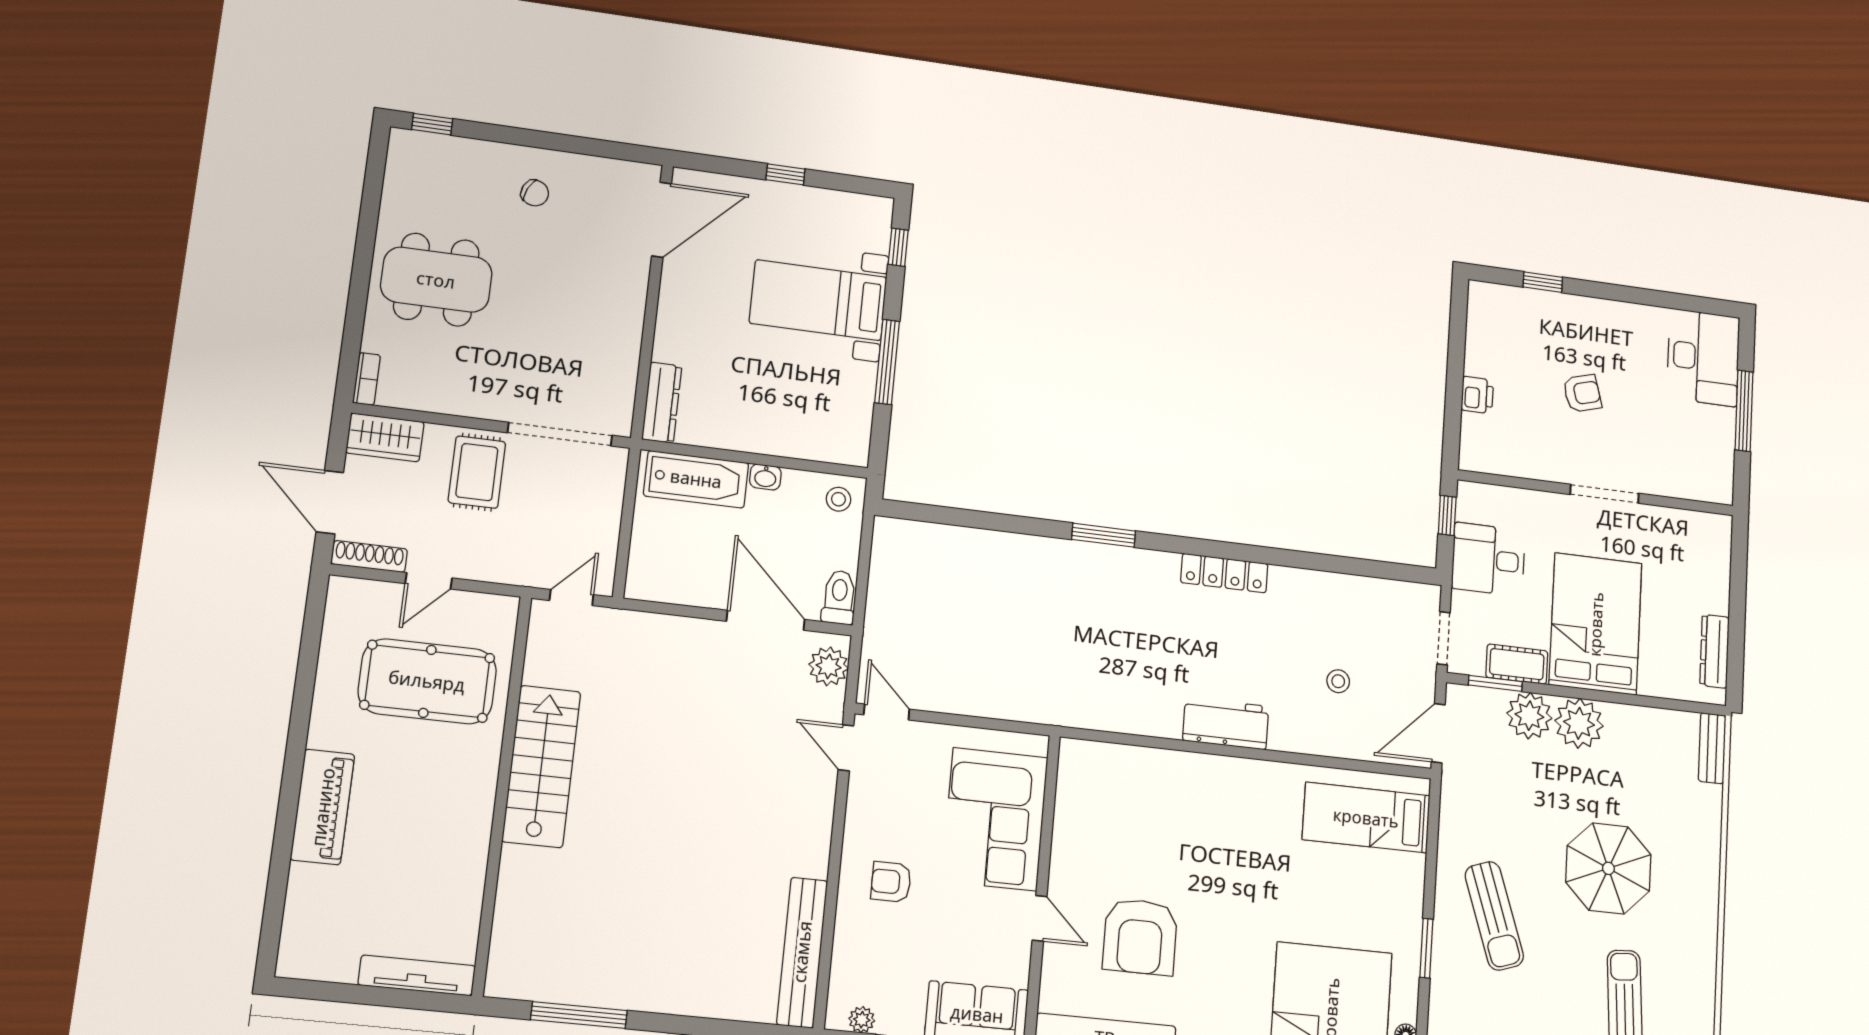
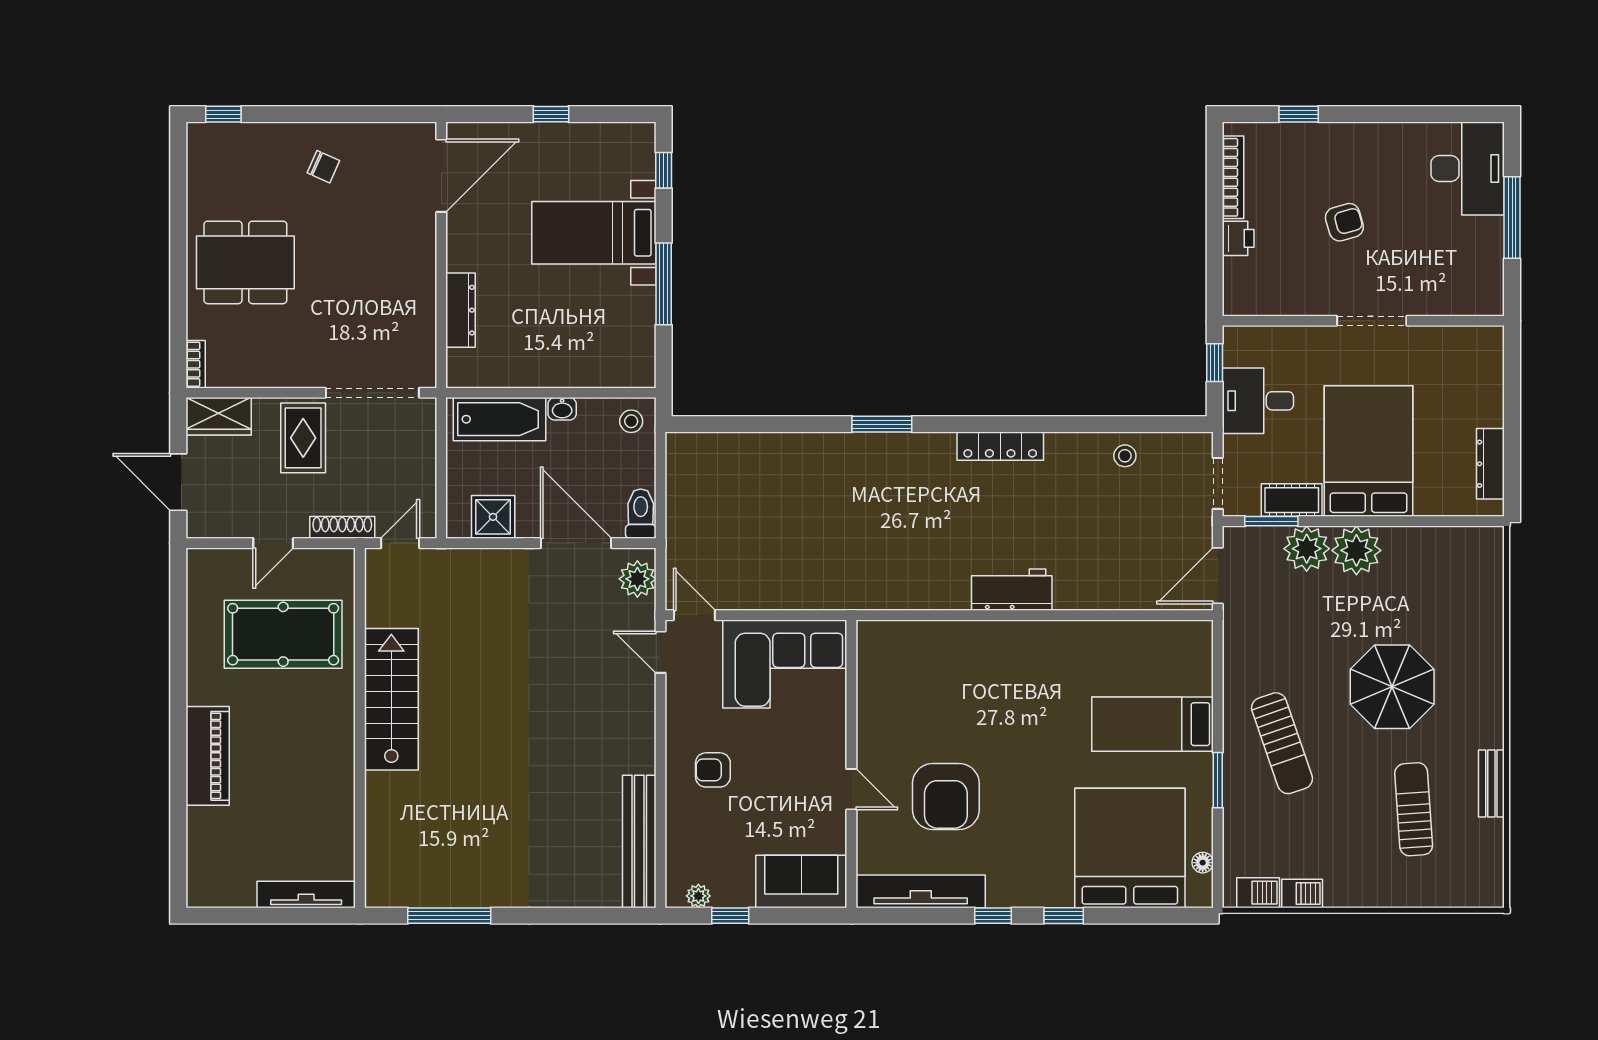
bookcase: (1476, 334) -> (1233, 177), added
dresser: (662, 403) -> (461, 310), moved
shoe rack: (369, 557) -> (342, 527), moved
shower: (678, 582) -> (493, 517), added
stool: (1338, 681) -> (1125, 456), moved
bench: (1712, 748) -> (1491, 783), moved
bed: (1366, 818) -> (1153, 724), moved
corner sofa: (995, 819) -> (785, 664), moved, turned -90

